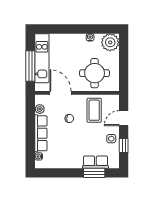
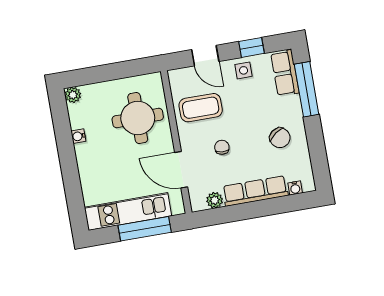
plant: (110, 42) -> (73, 95), width x0.53, depth x0.53
door: (61, 93) -> (181, 170), hinge flipped
chair: (69, 153) -> (280, 138), added
row of seats: (95, 162) -> (285, 73), moved
window: (94, 173) -> (307, 89), width x1.44

